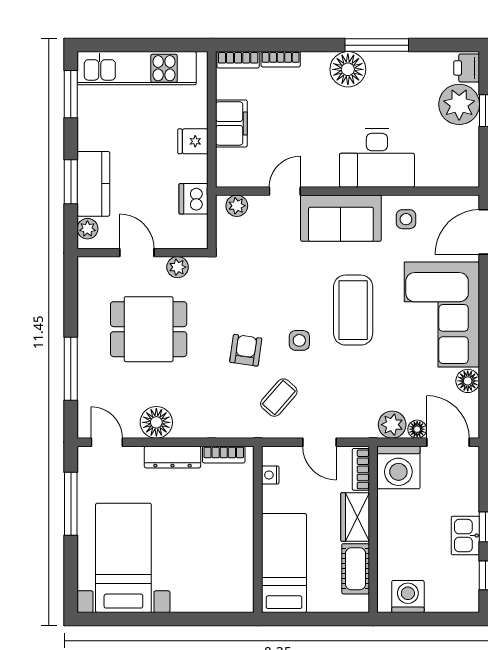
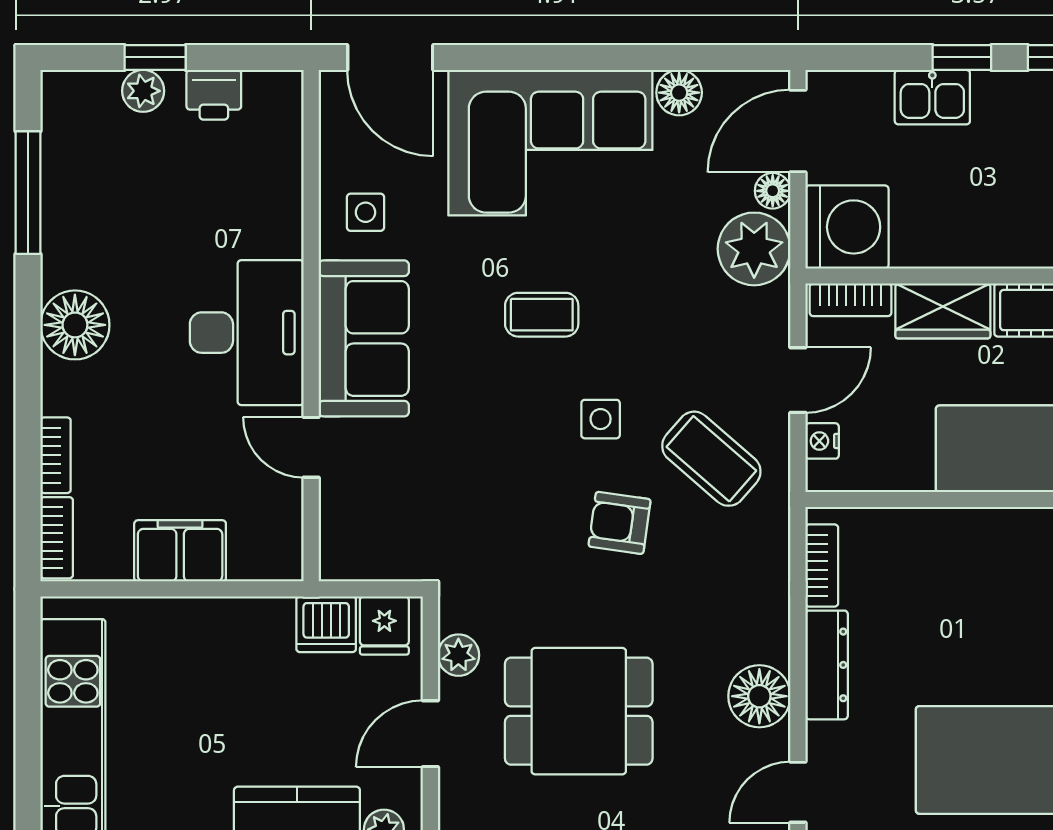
window: (377, 45) -> (28, 193), moved
printer: (467, 68) -> (214, 95), moved
plant: (459, 104) -> (143, 91), width x0.53, depth x0.53
fridge: (193, 141) -> (384, 625), moved
desk: (377, 158) -> (247, 333), moved
plant: (237, 206) -> (340, 540), removed
coffee table: (353, 310) -> (542, 315), width x0.54, depth x0.58
dining table: (149, 329) -> (579, 711), turned 90
coffee table: (279, 398) -> (711, 459), width x1.36, depth x1.30
plant: (392, 425) -> (754, 249), width x1.36, depth x1.36
nightstand: (270, 475) -> (822, 441), moved, turned 90
kitchen sink: (465, 536) -> (932, 97), moved

